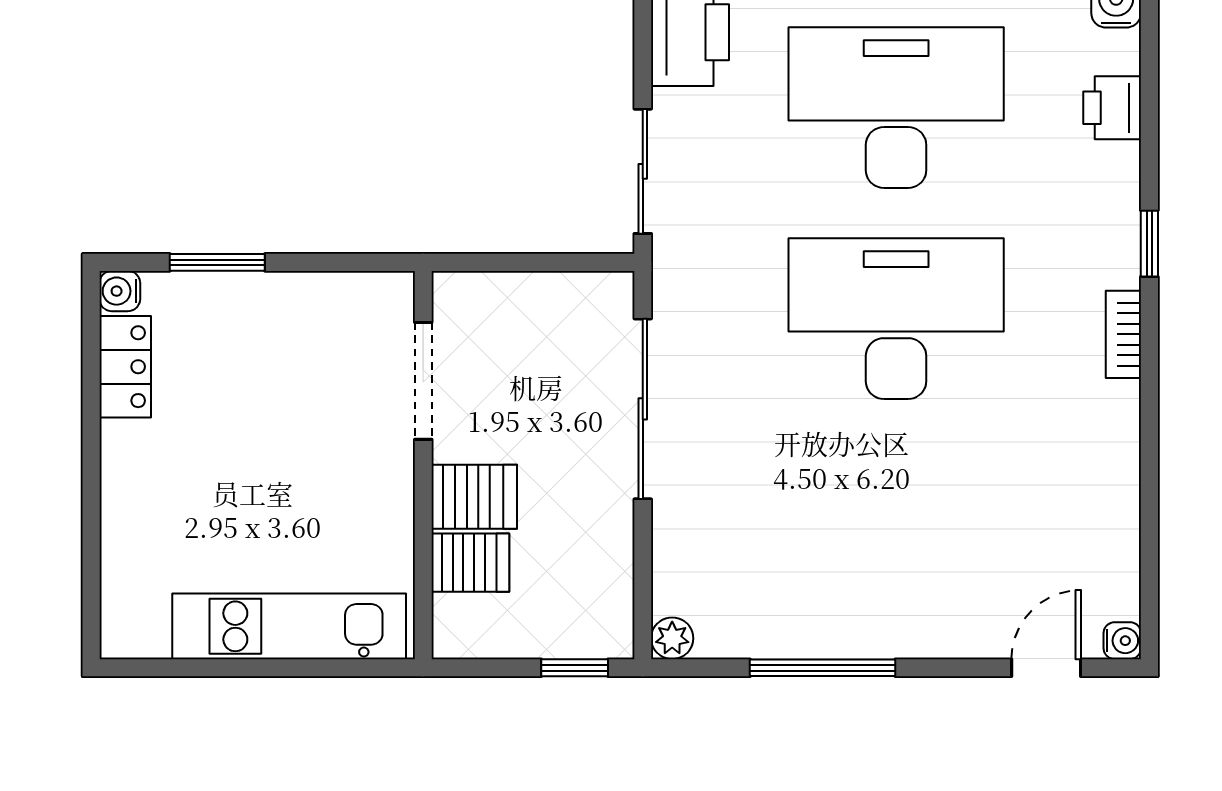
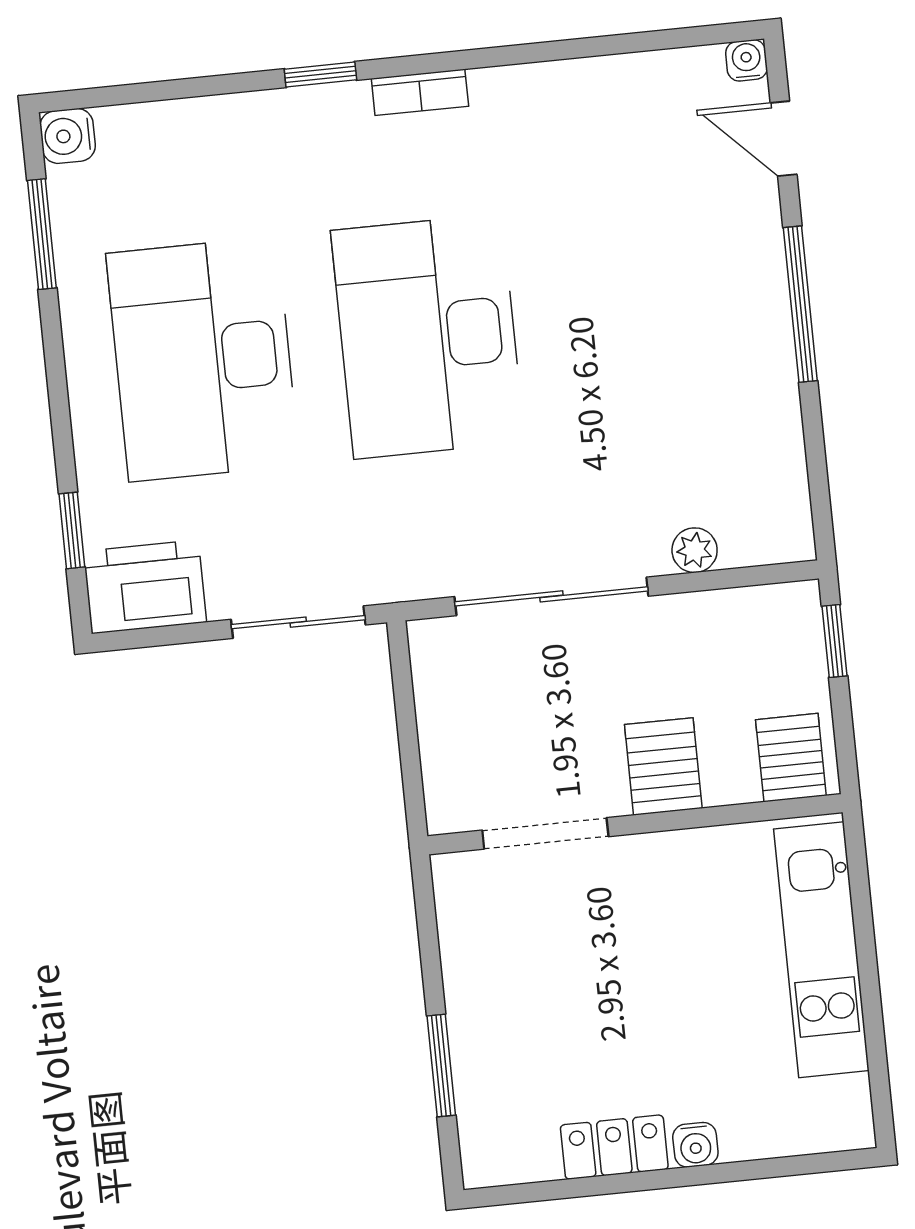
printer: (1112, 108) -> (180, 129), removed
water cooler: (120, 291) -> (695, 1145), moved
locker: (125, 367) -> (614, 1147), moved
server rack: (470, 563) -> (791, 758), moved
plant: (672, 638) -> (695, 550), moved
window: (823, 668) -> (800, 304), moved

